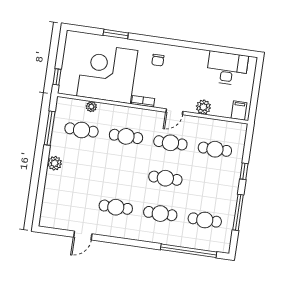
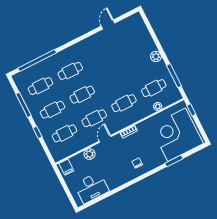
corner desk: (107, 73) -> (177, 135), moved, turned 180
cafe table: (116, 207) -> (52, 110), moved

